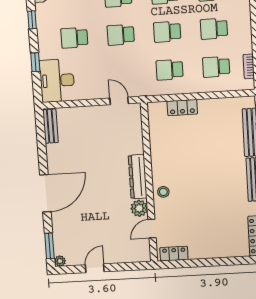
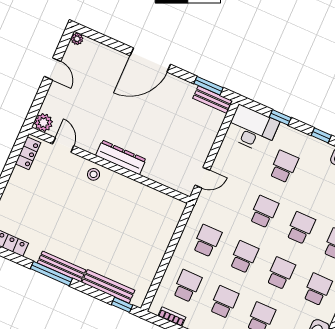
locker: (182, 108) -> (165, 234), removed
door: (45, 193) -> (150, 60), hinge flipped
plant: (139, 208) -> (44, 123), moved
window: (49, 246) -> (208, 86), moved

